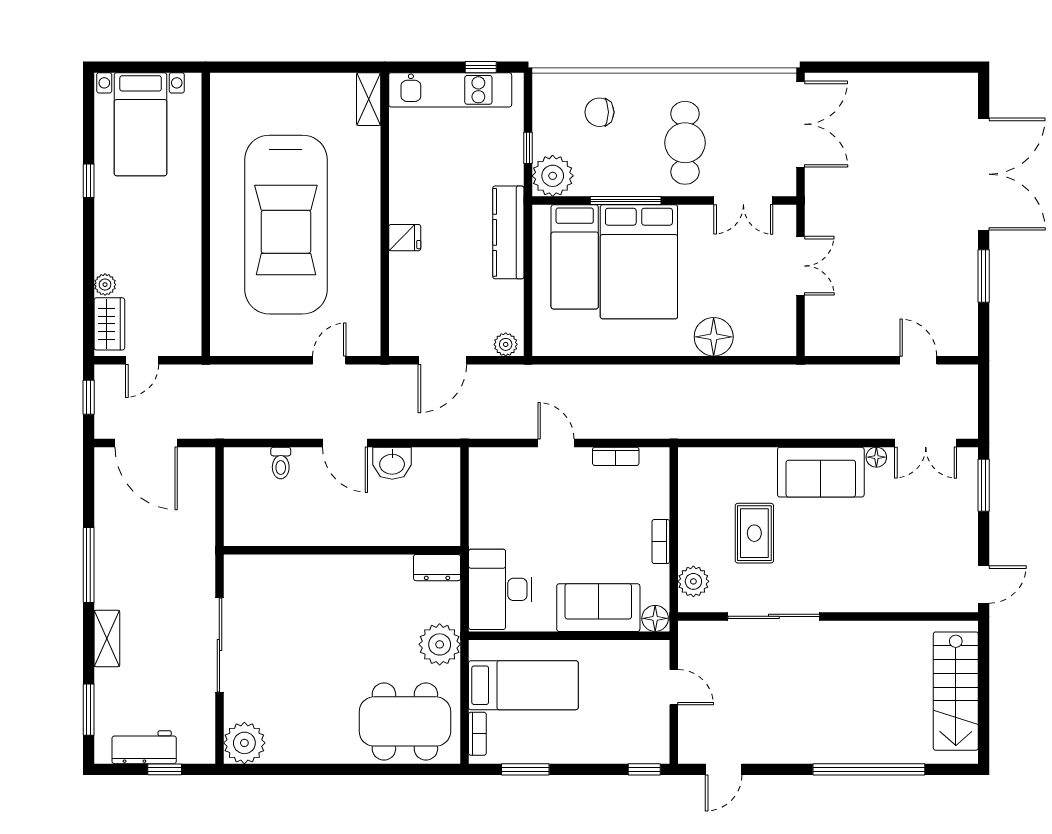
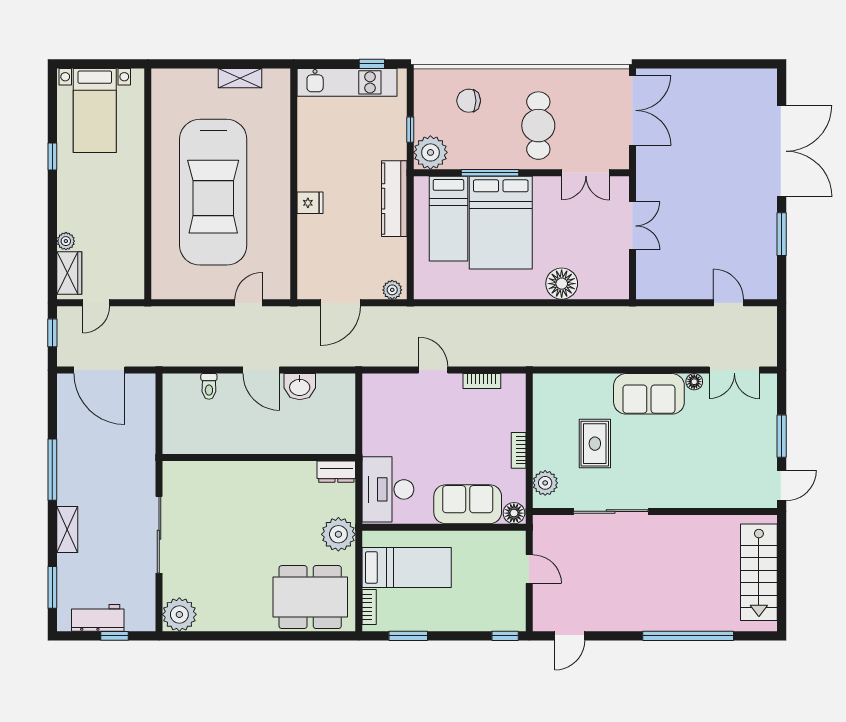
shelving: (369, 99) -> (240, 78), moved, turned 90
window: (984, 485) -> (782, 436), moved

